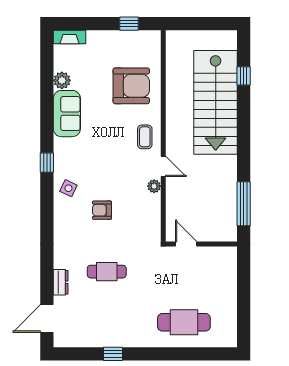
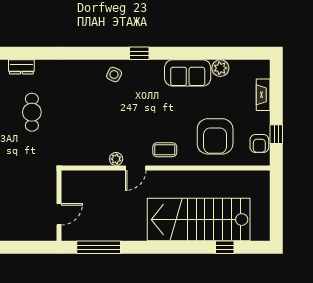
fireplace: (69, 37) -> (263, 95), moved
armchair: (102, 210) -> (259, 144), moved, turned 180
door: (186, 244) -> (59, 214), moved

